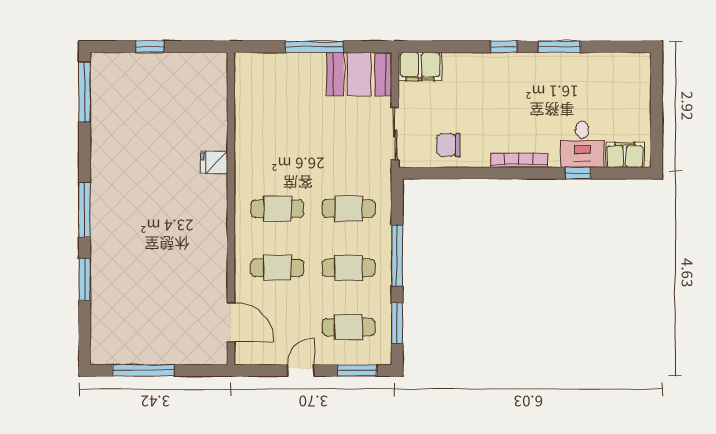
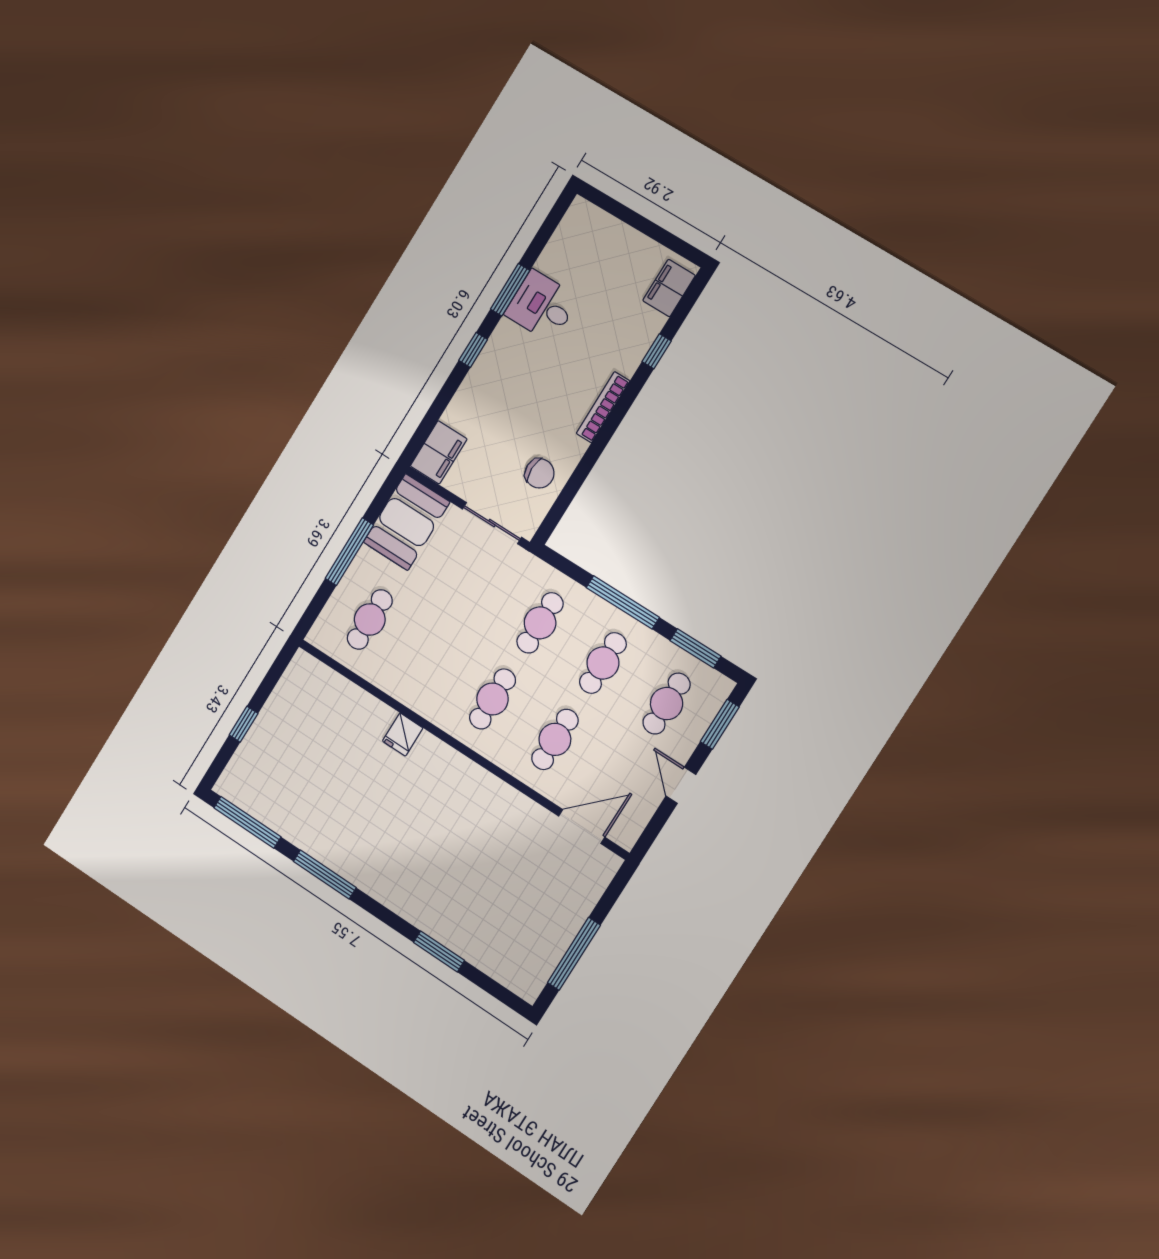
cafe table: (277, 90) -> (370, 619), added
desk: (582, 144) -> (542, 306), moved, turned 180
chair: (448, 145) -> (539, 473), turned -90
window: (85, 210) -> (325, 874), moved

